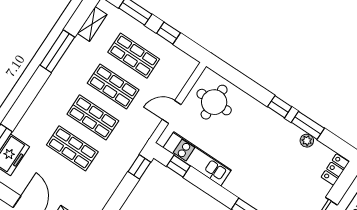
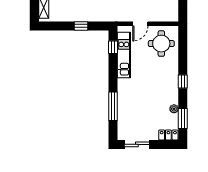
door: (172, 112) -> (140, 24), swing flipped
window: (308, 125) -> (183, 118), moved
window: (139, 167) -> (81, 26), moved

